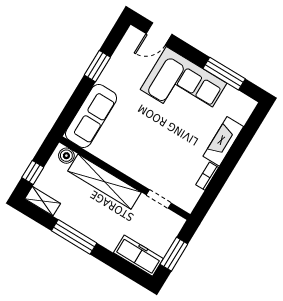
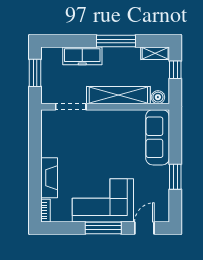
window: (224, 74) -> (103, 228), moved
bookcase: (207, 176) -> (45, 211), moved
doorway: (159, 199) -> (71, 107), width x1.38
freezer: (138, 256) -> (82, 56), moved

